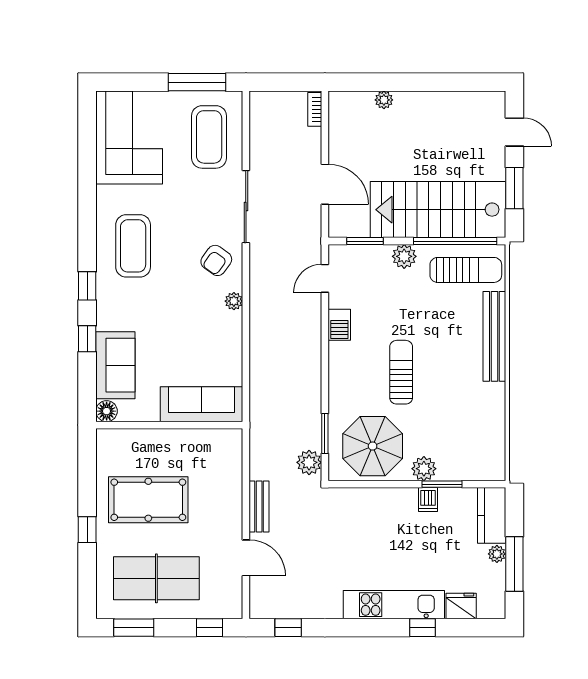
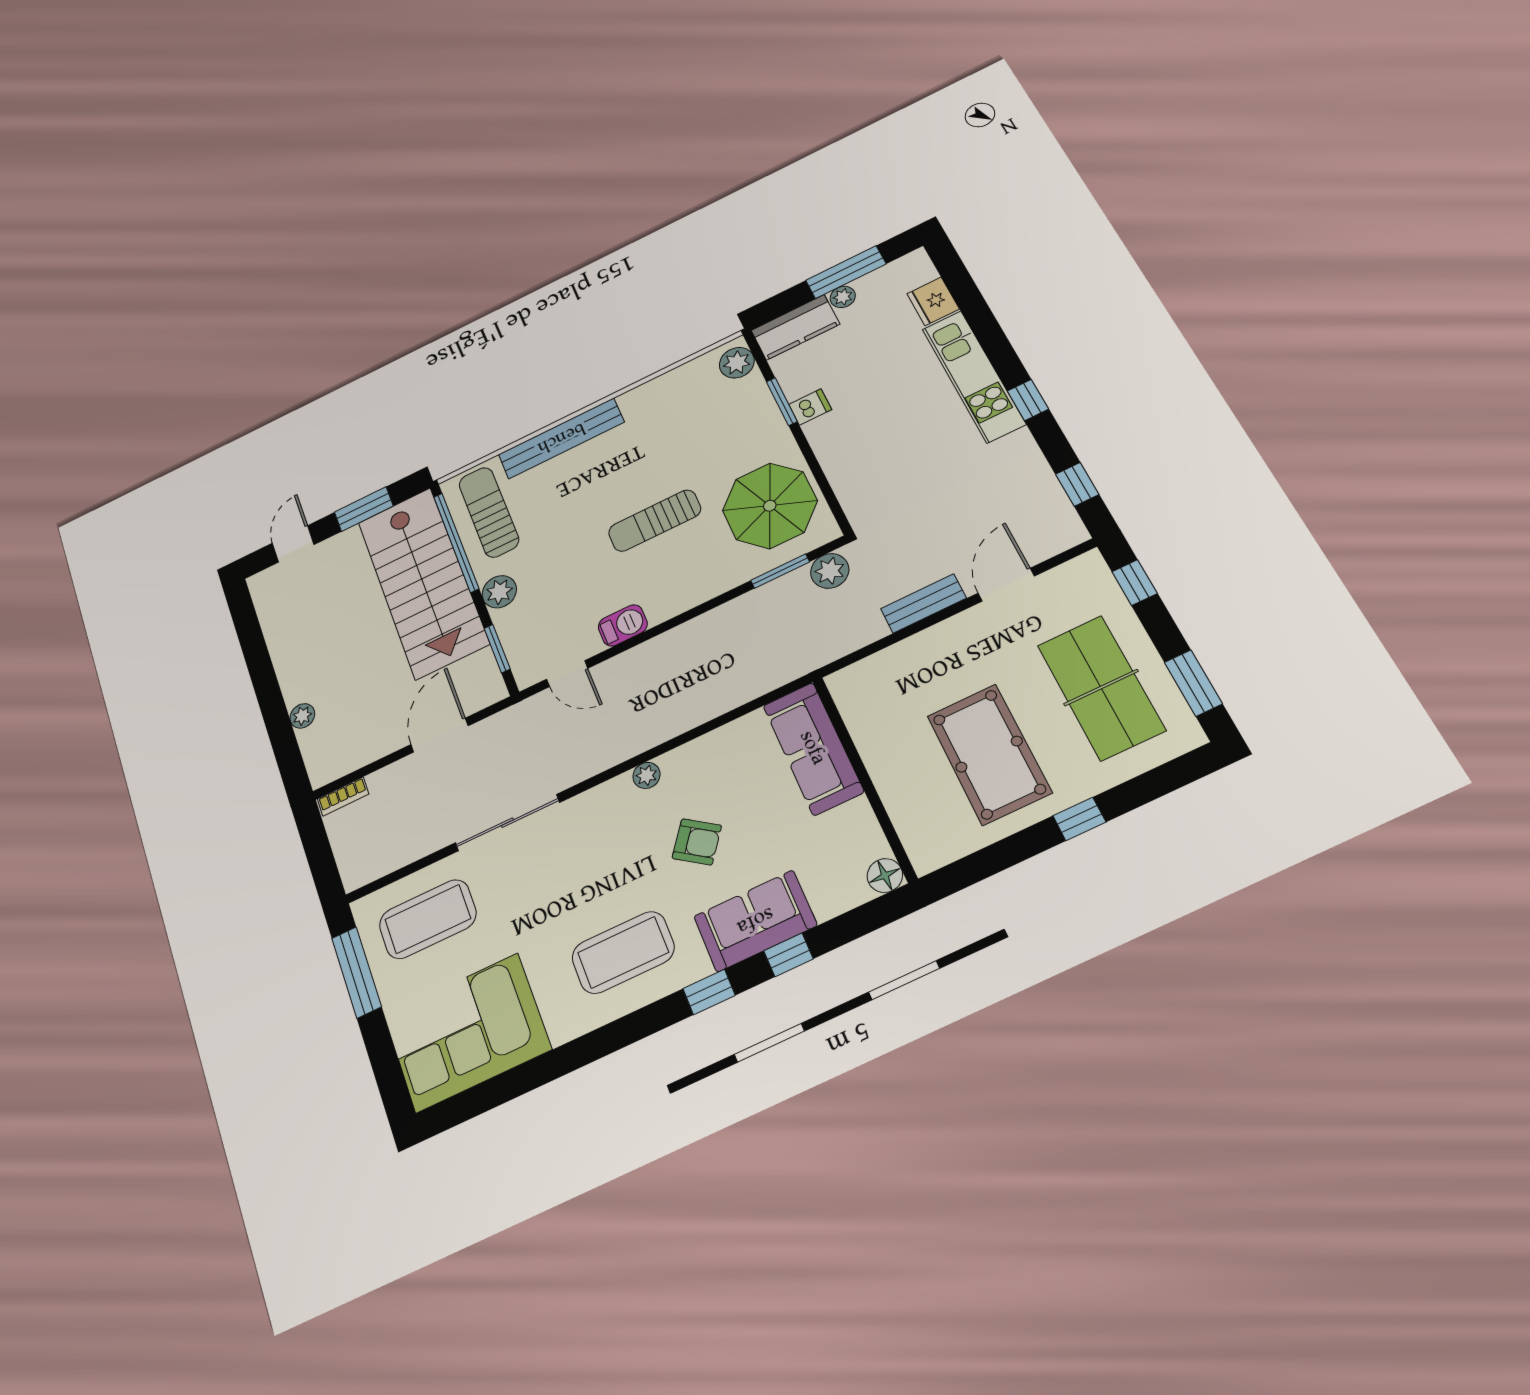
armchair: (216, 260) -> (697, 842), moved
sofa: (115, 365) -> (755, 921), moved
plant: (424, 469) -> (737, 363), moved
window: (423, 628) -> (1028, 400), moved

